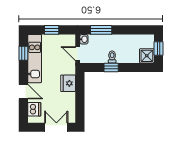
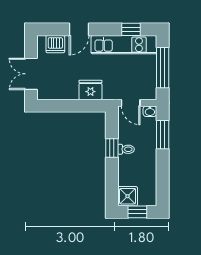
window: (52, 30) -> (163, 68), width x2.17
door: (78, 54) -> (131, 103), swing flipped
double door: (56, 127) -> (31, 74), swing flipped

